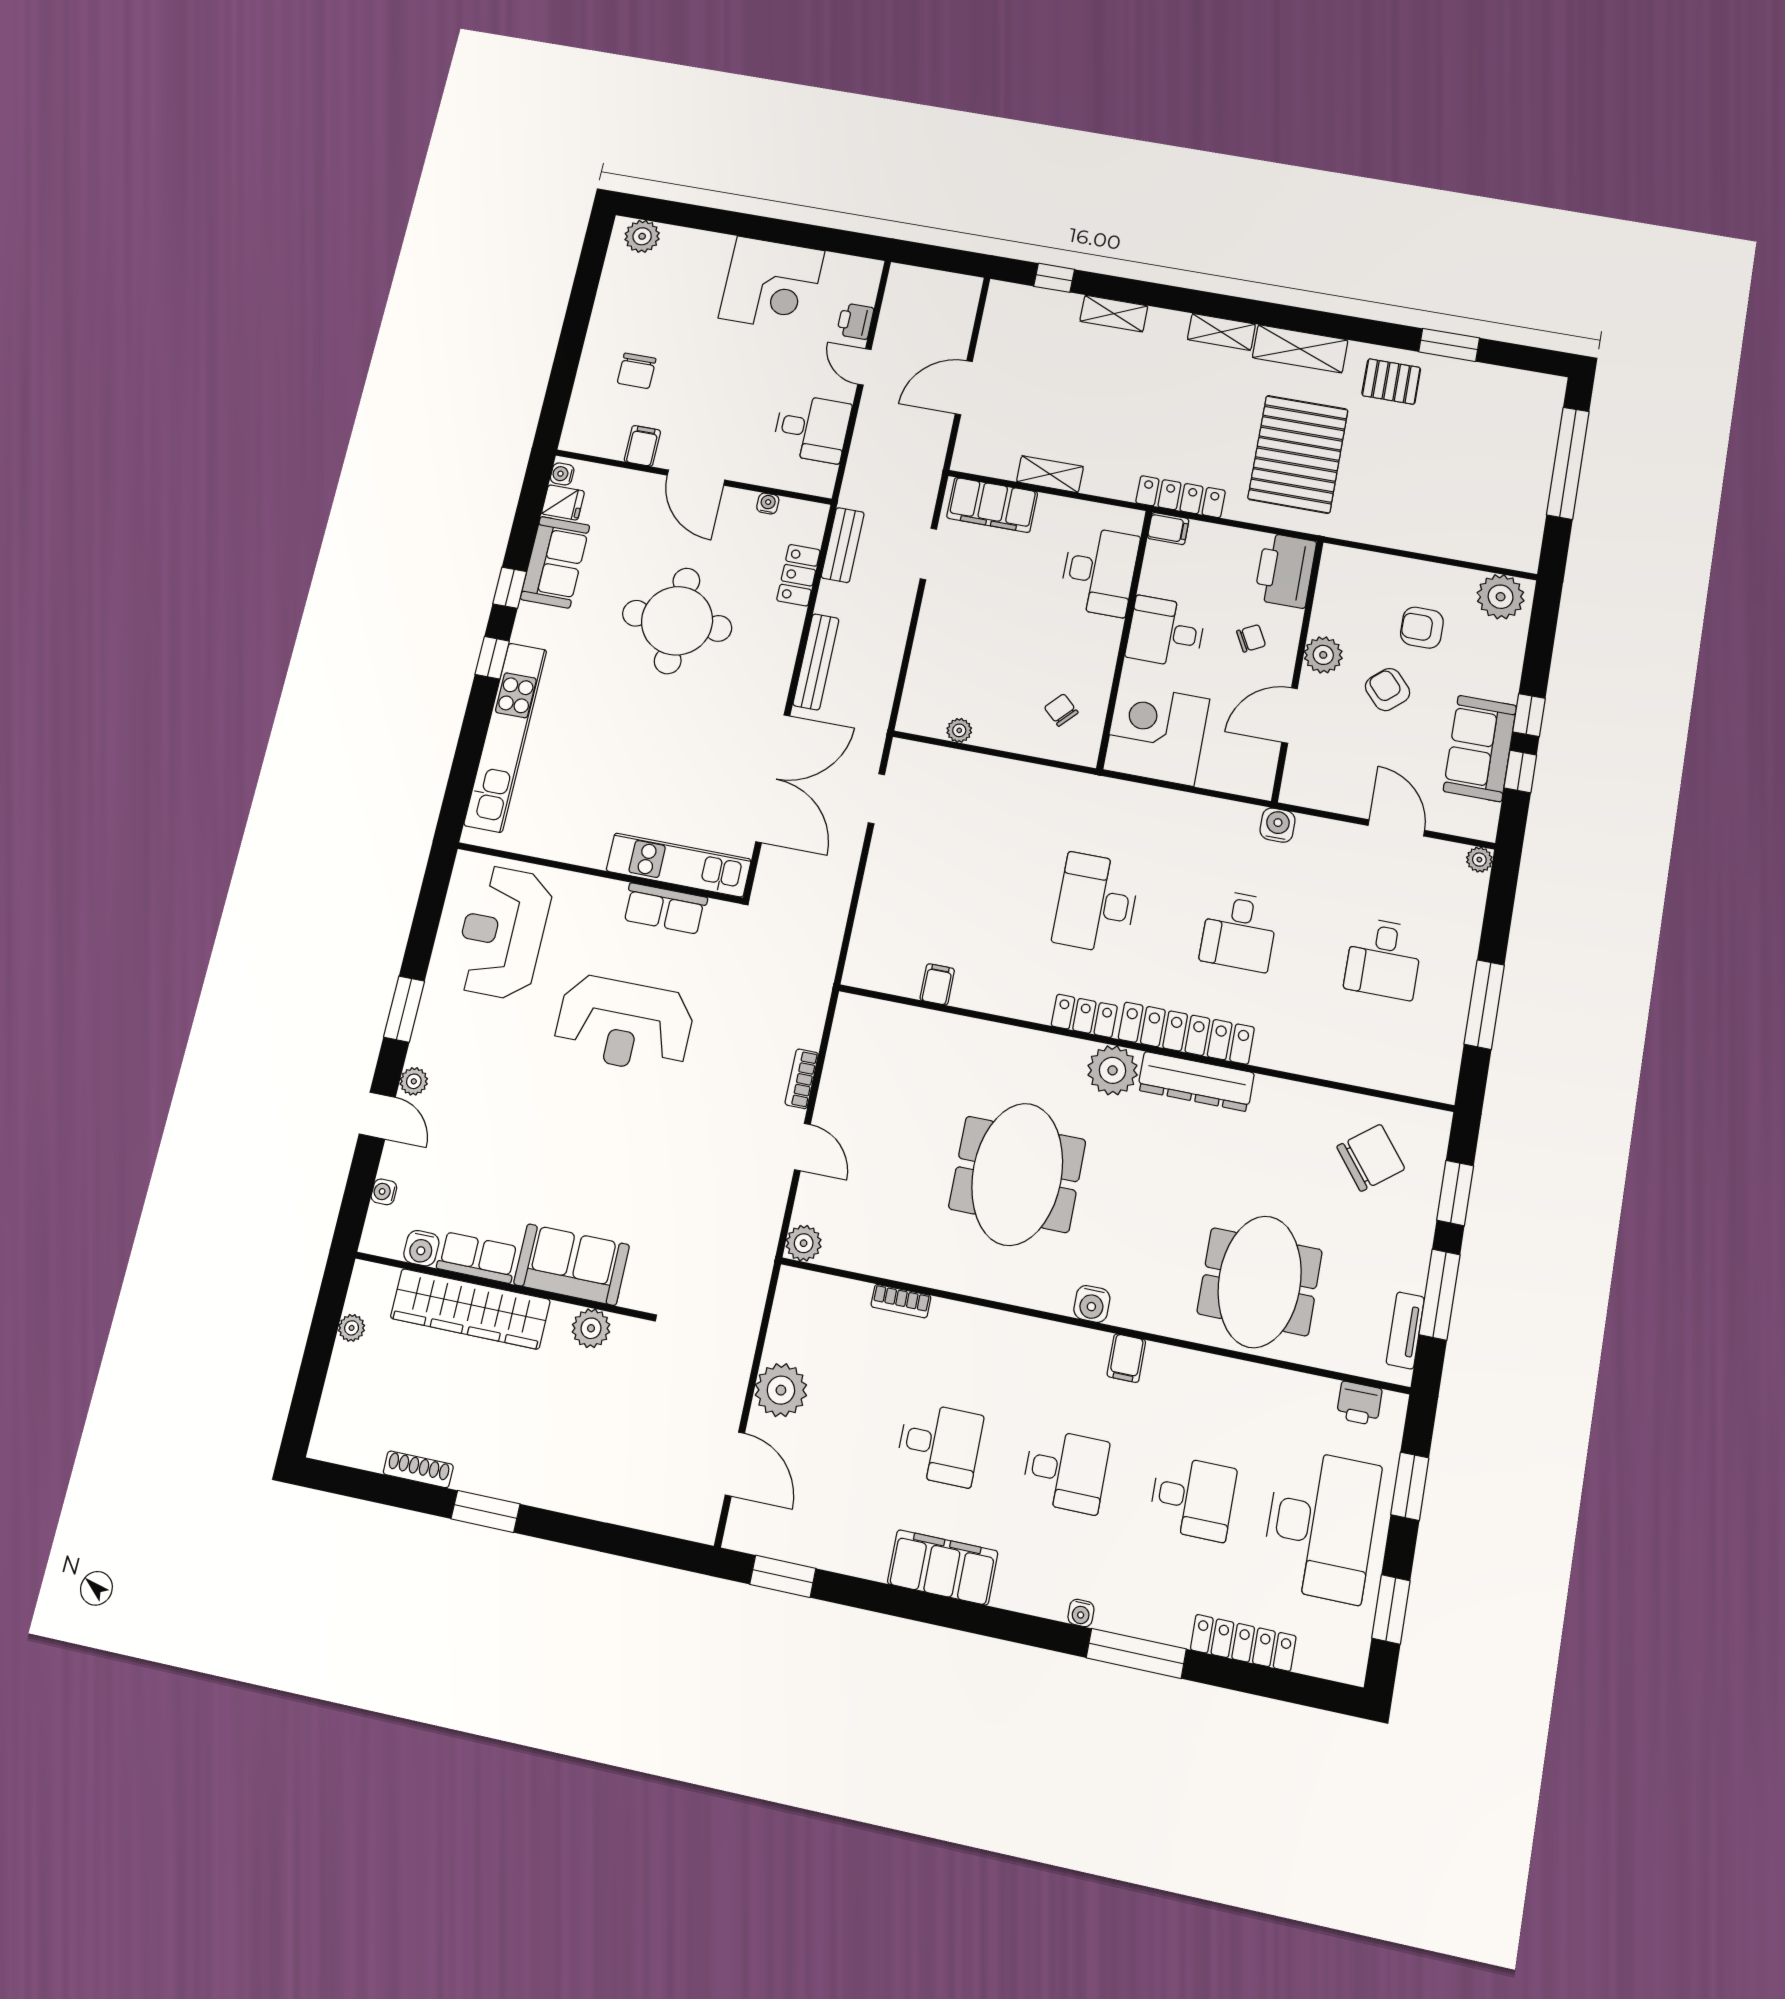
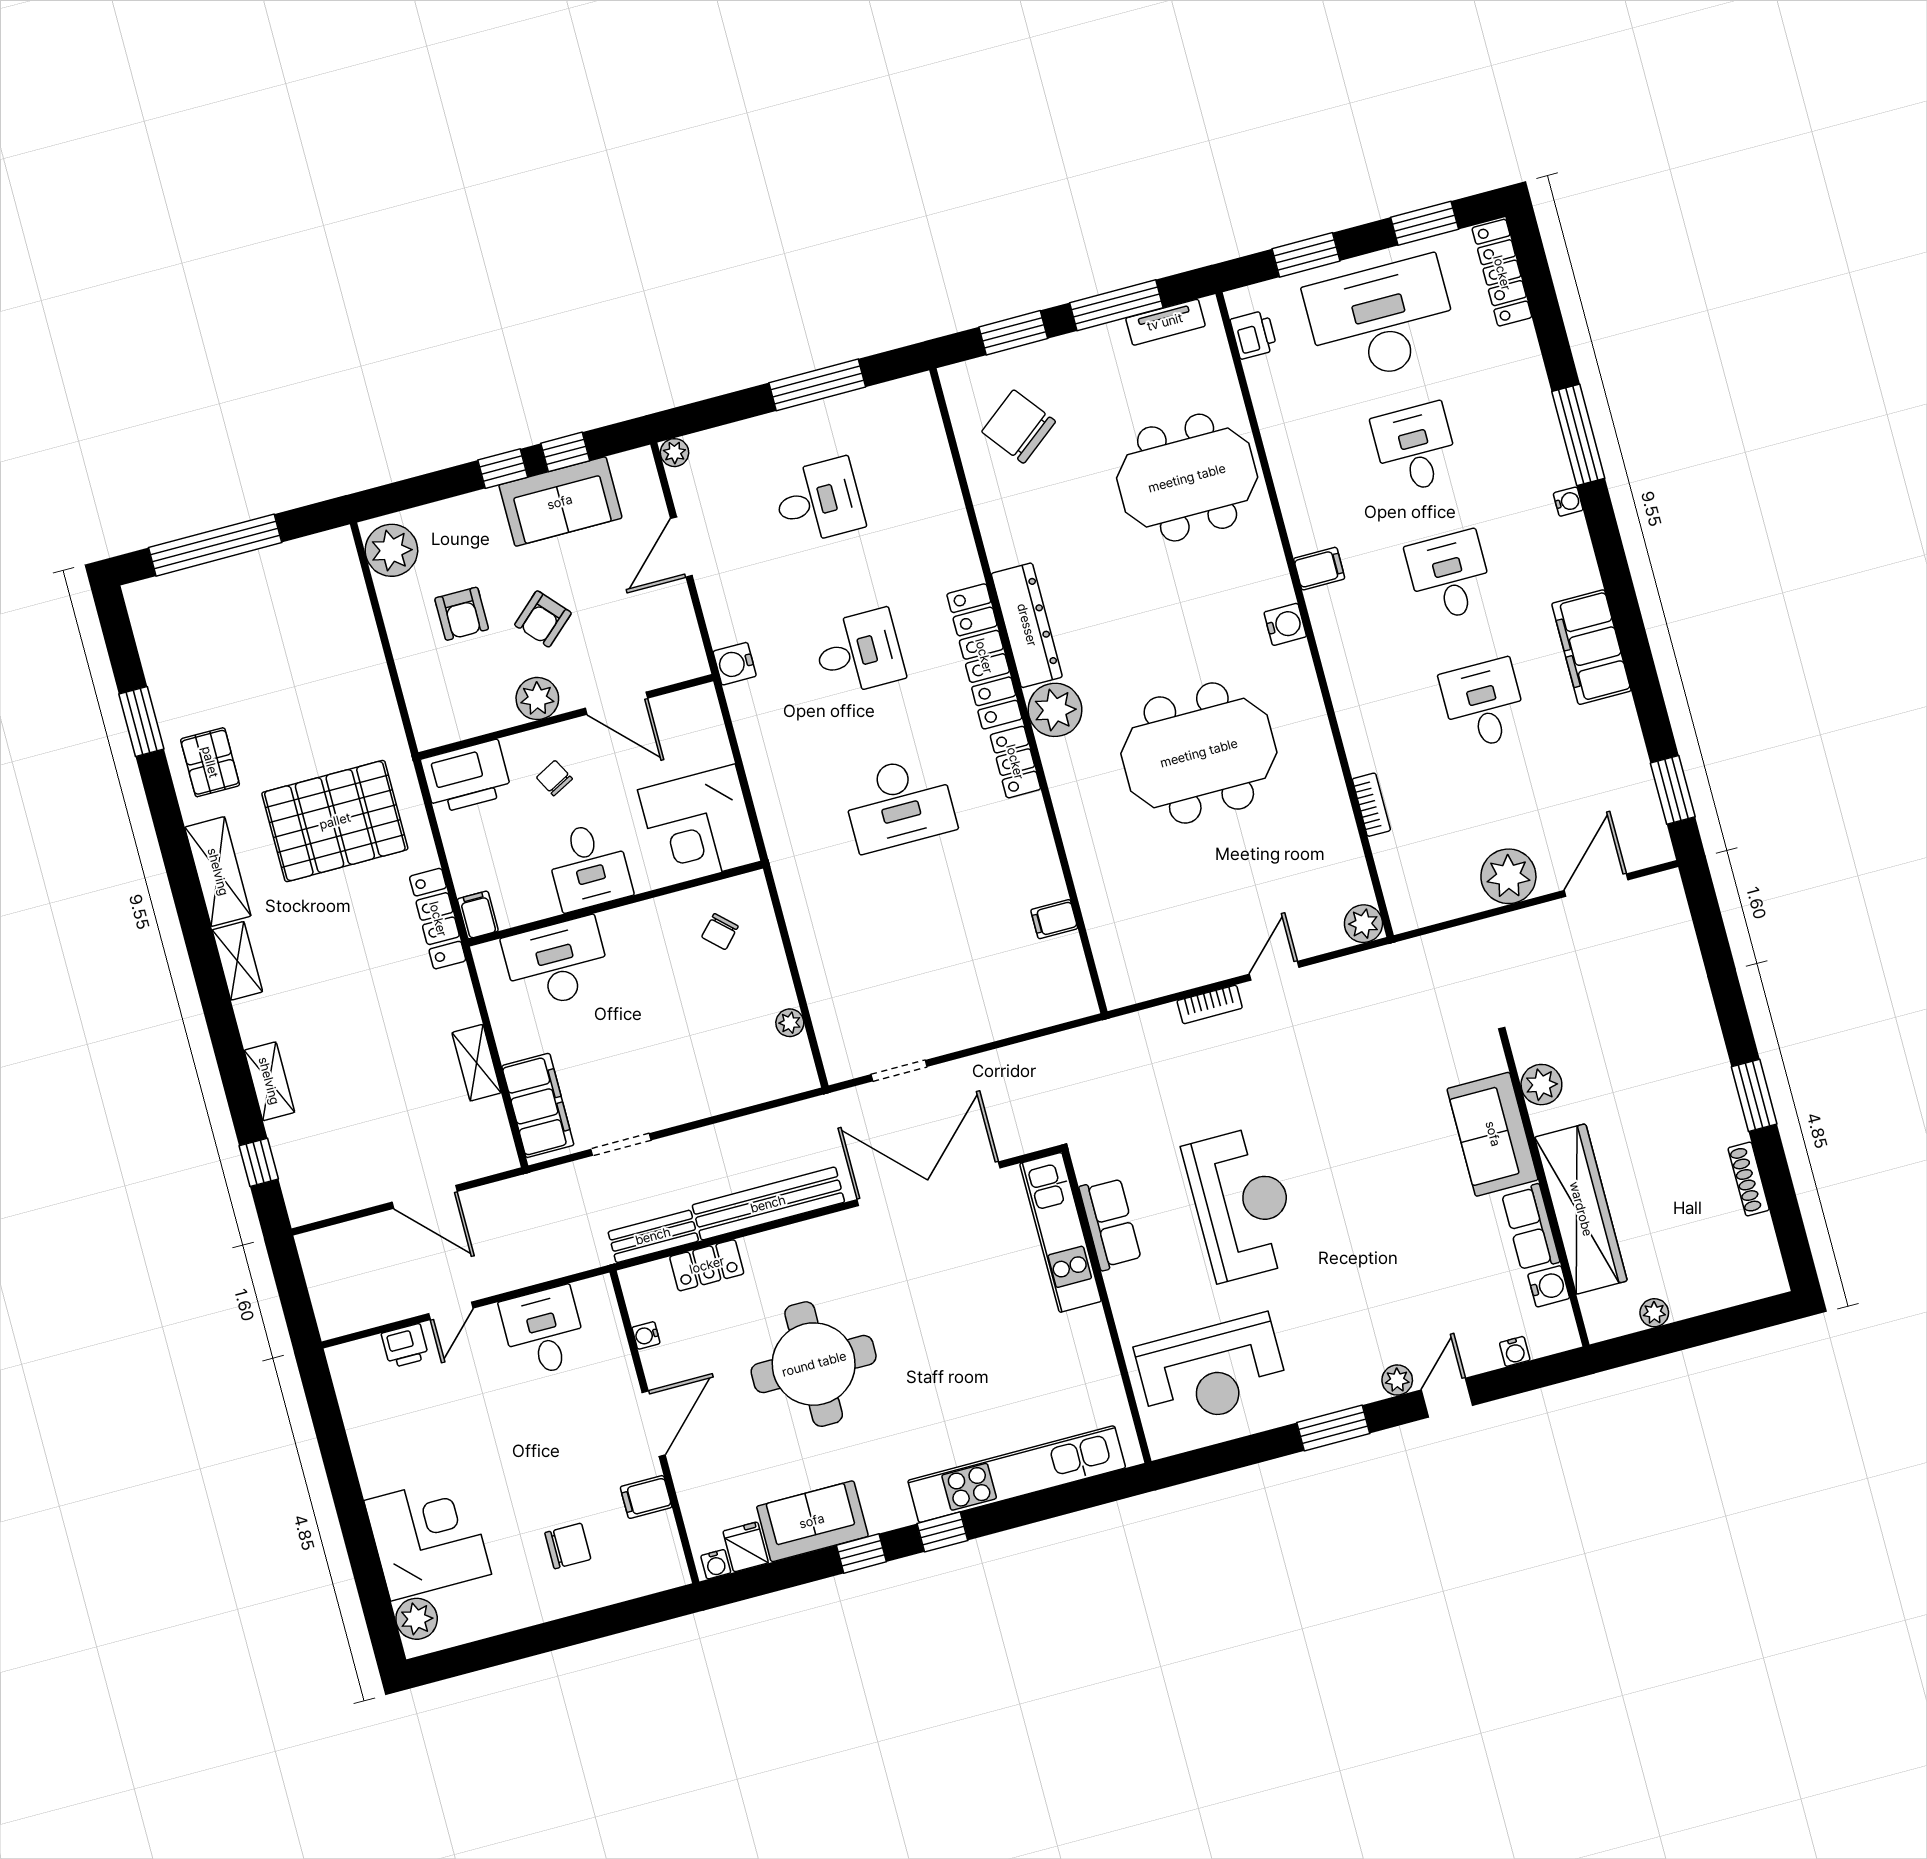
corner desk: (772, 284) -> (428, 1537), moved
bench: (816, 662) -> (768, 1204), width x1.37, depth x1.21
locker: (1243, 1643) -> (1502, 273), moved

